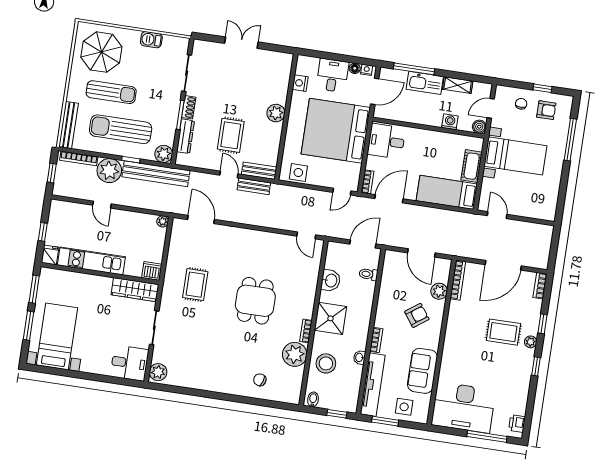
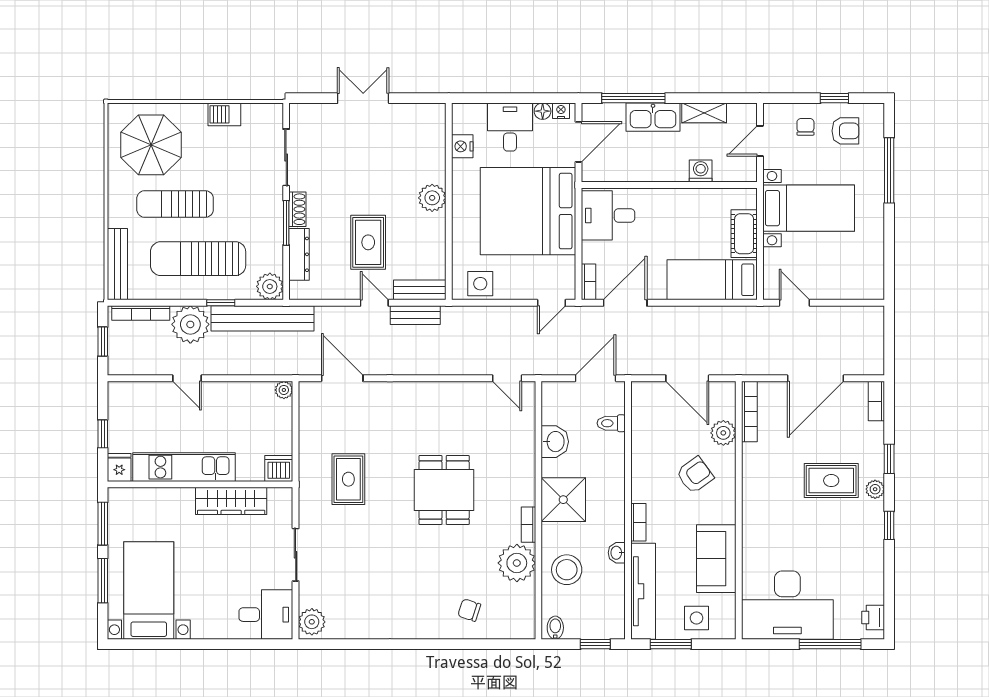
sun lounger: (111, 92) -> (175, 204), turned 180
boiler: (479, 127) -> (747, 172), removed
wardrobe: (135, 290) -> (231, 501), moved

